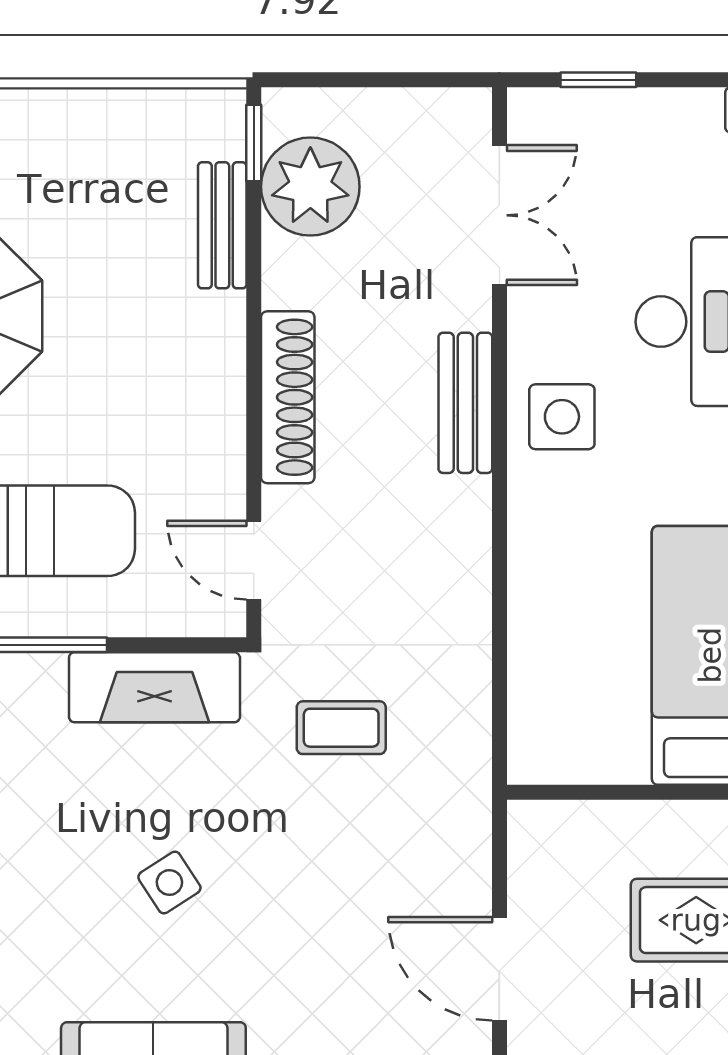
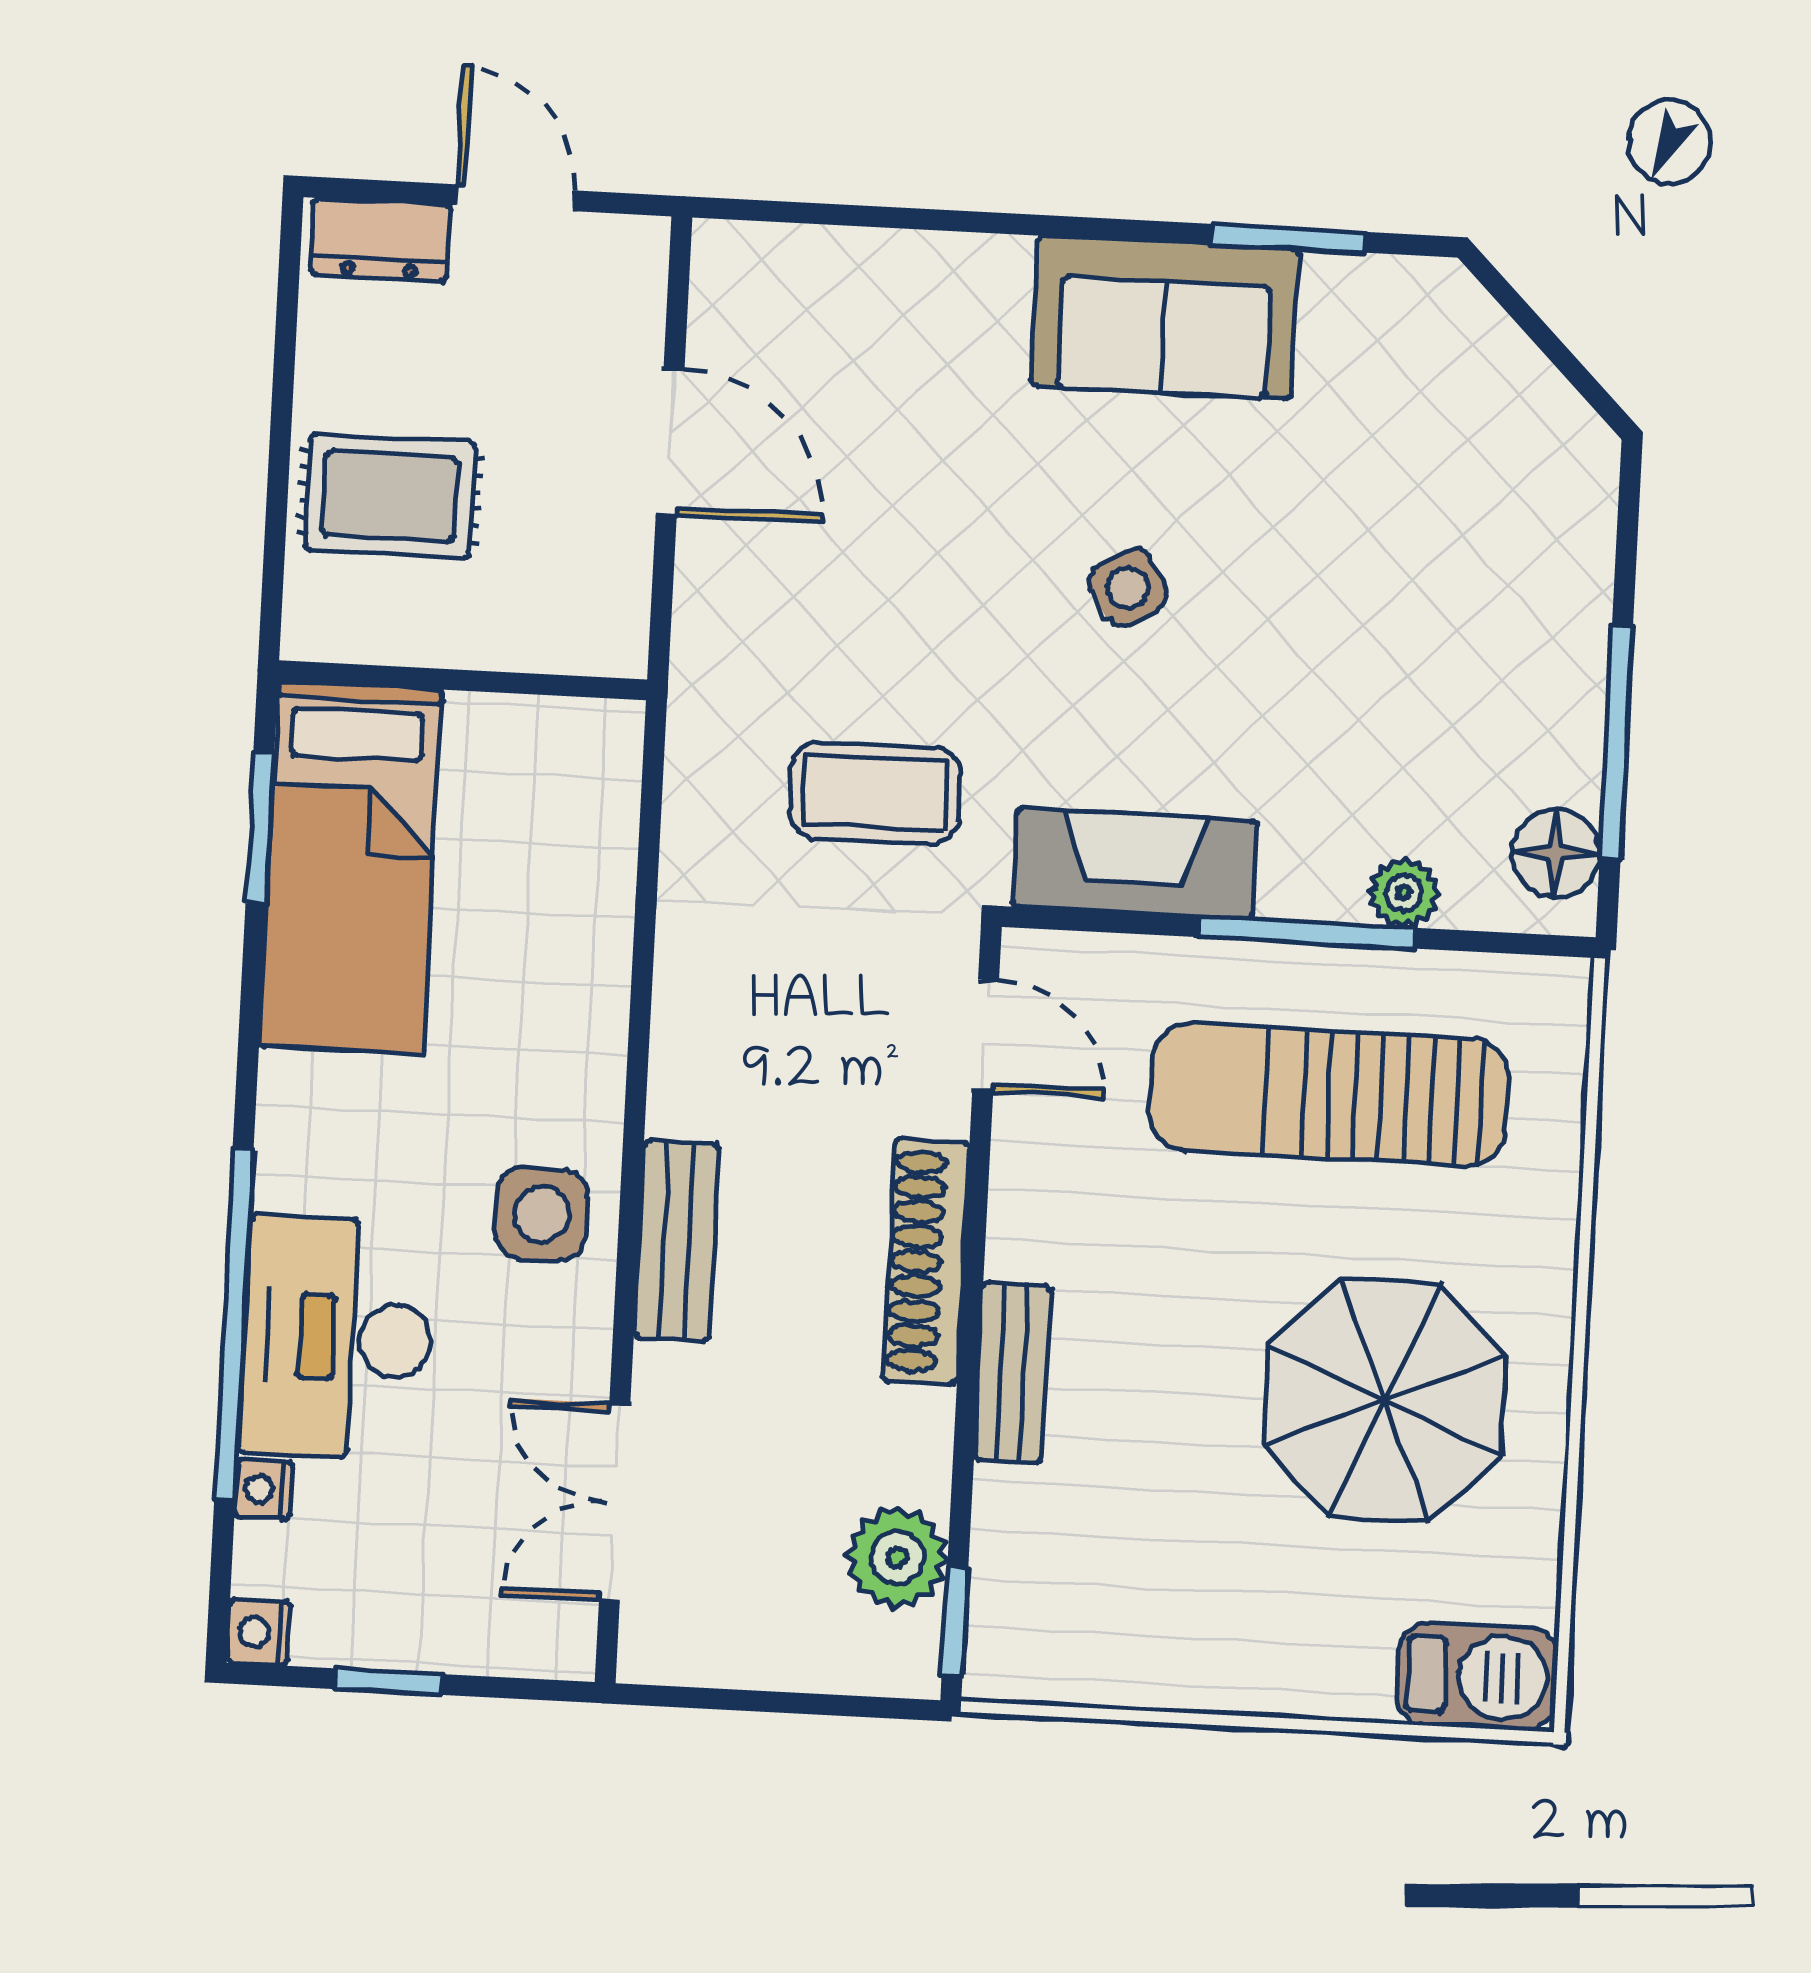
window: (598, 80) -> (388, 1682), moved
plant: (310, 187) -> (897, 1558), width x0.73, depth x0.73
bench: (222, 225) -> (1012, 1373), moved
coffee table: (341, 728) -> (875, 793), width x1.36, depth x1.30

